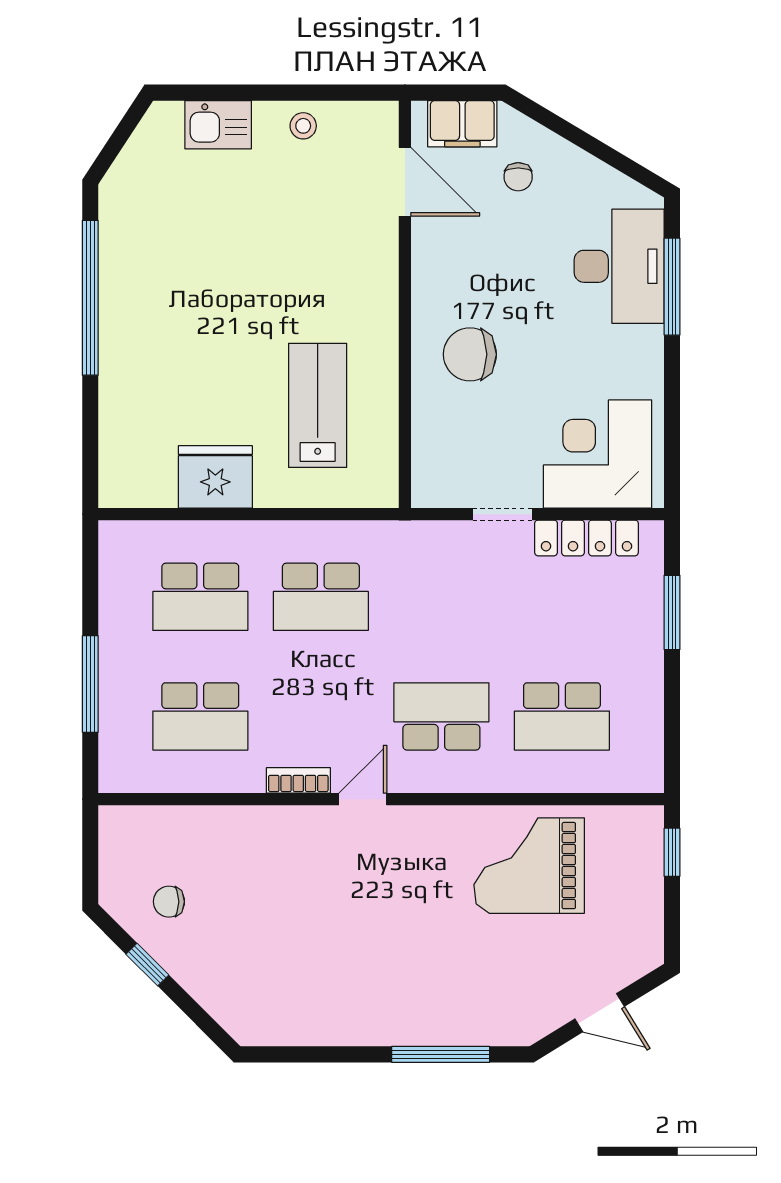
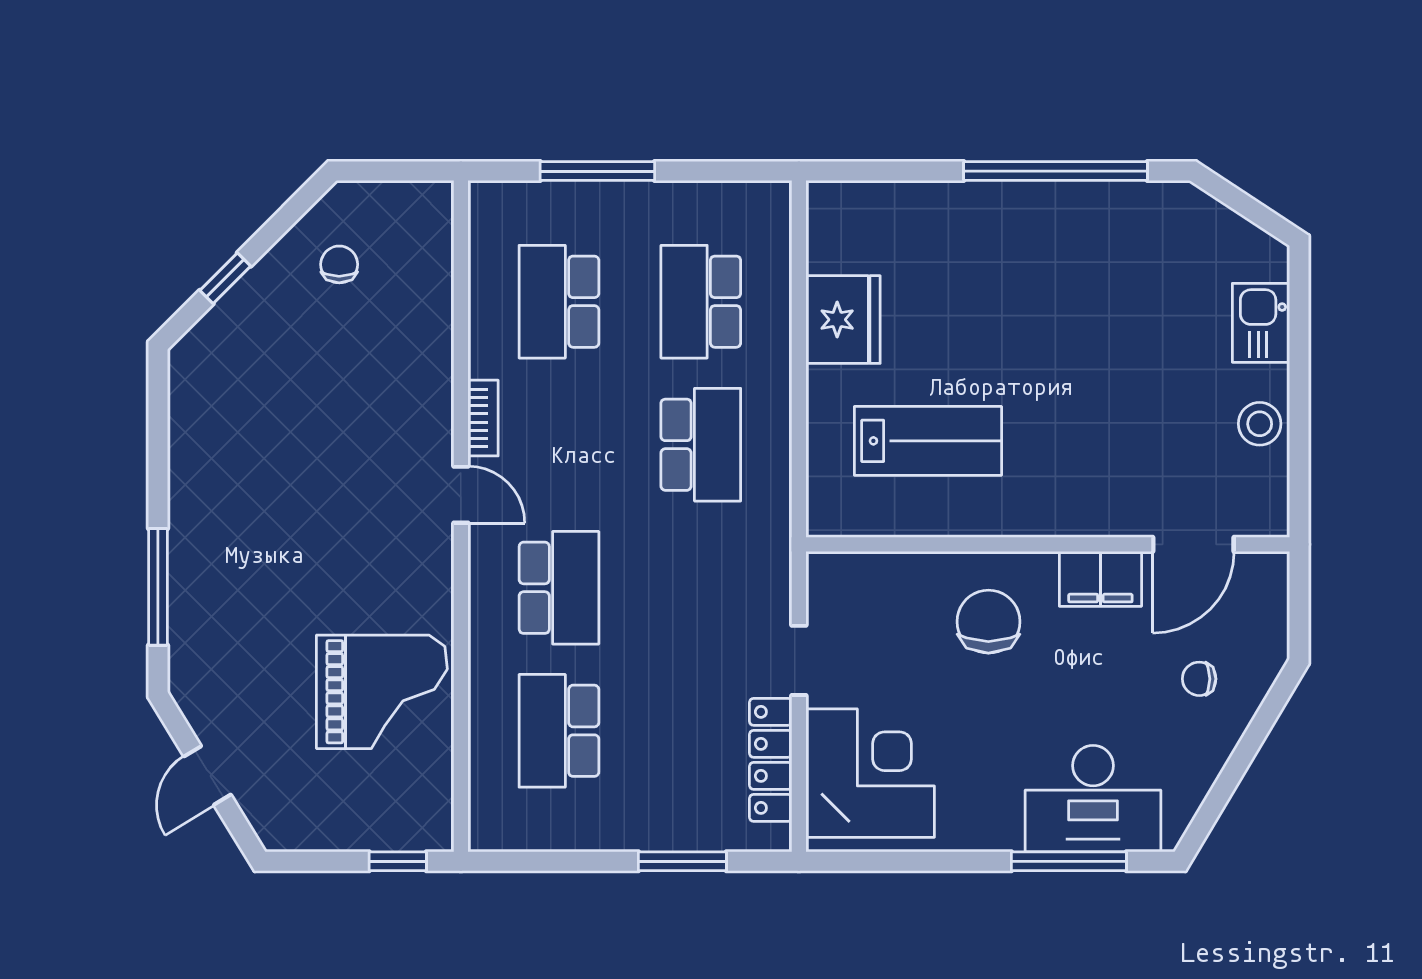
filing cabinet: (462, 124) -> (1100, 579), moved, turned -90
stool: (303, 126) -> (1260, 424), width x1.37, depth x1.37
school desk: (321, 597) -> (701, 445), turned 180
grand piano: (529, 866) -> (382, 692), turned 90
window: (147, 965) -> (225, 278), moved

